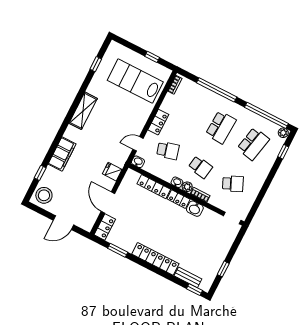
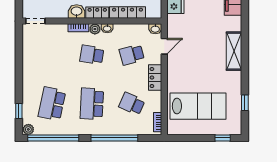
window: (152, 57) -> (223, 138), moved
school desk: (233, 184) -> (132, 104), moved, turned 48

